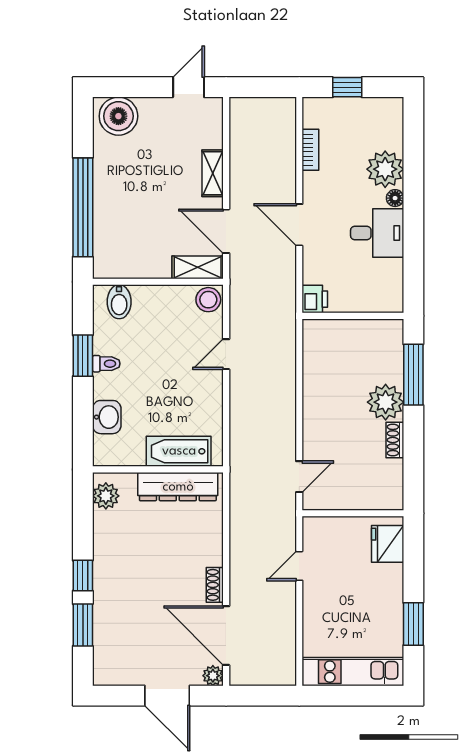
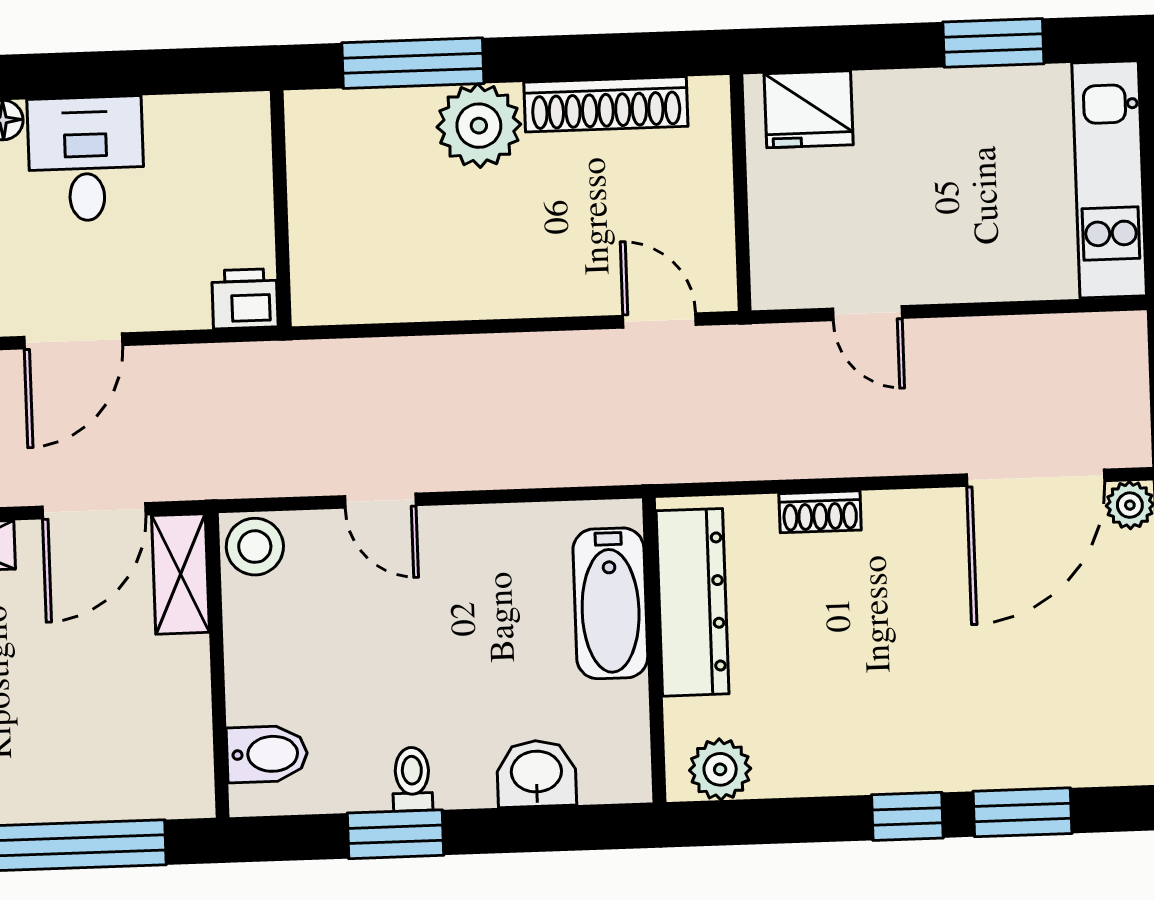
shoe rack: (395, 440) -> (606, 104), width x1.94, depth x1.24
shoe rack: (215, 585) -> (820, 512), moved

